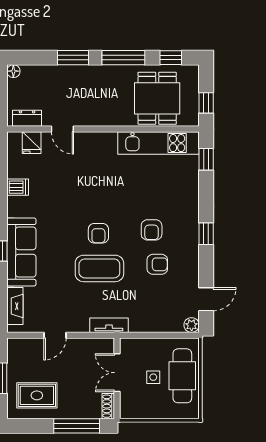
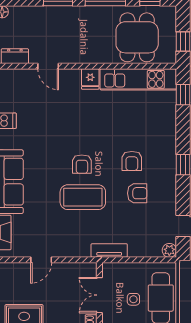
fridge: (32, 143) -> (90, 79), moved
tv unit: (109, 325) -> (109, 250), moved

